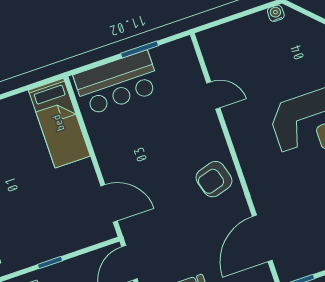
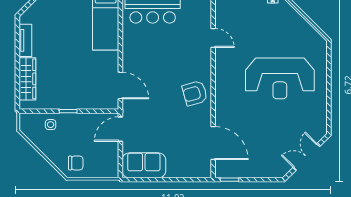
door: (262, 238) -> (213, 143), swing flipped

